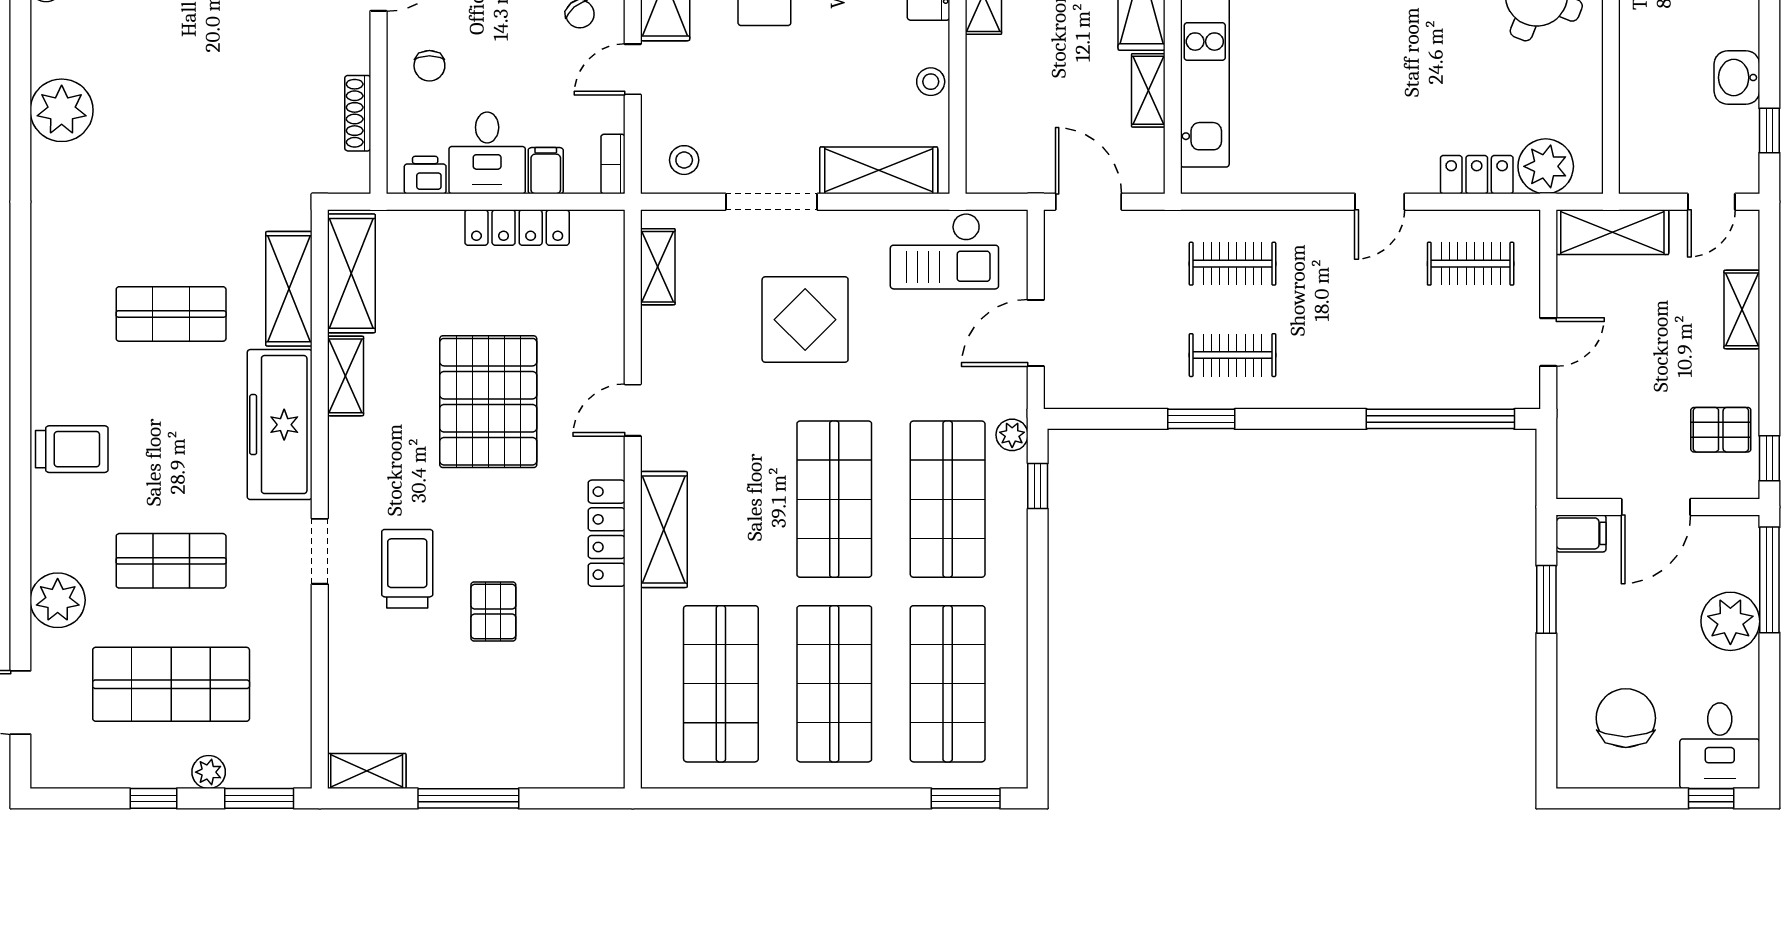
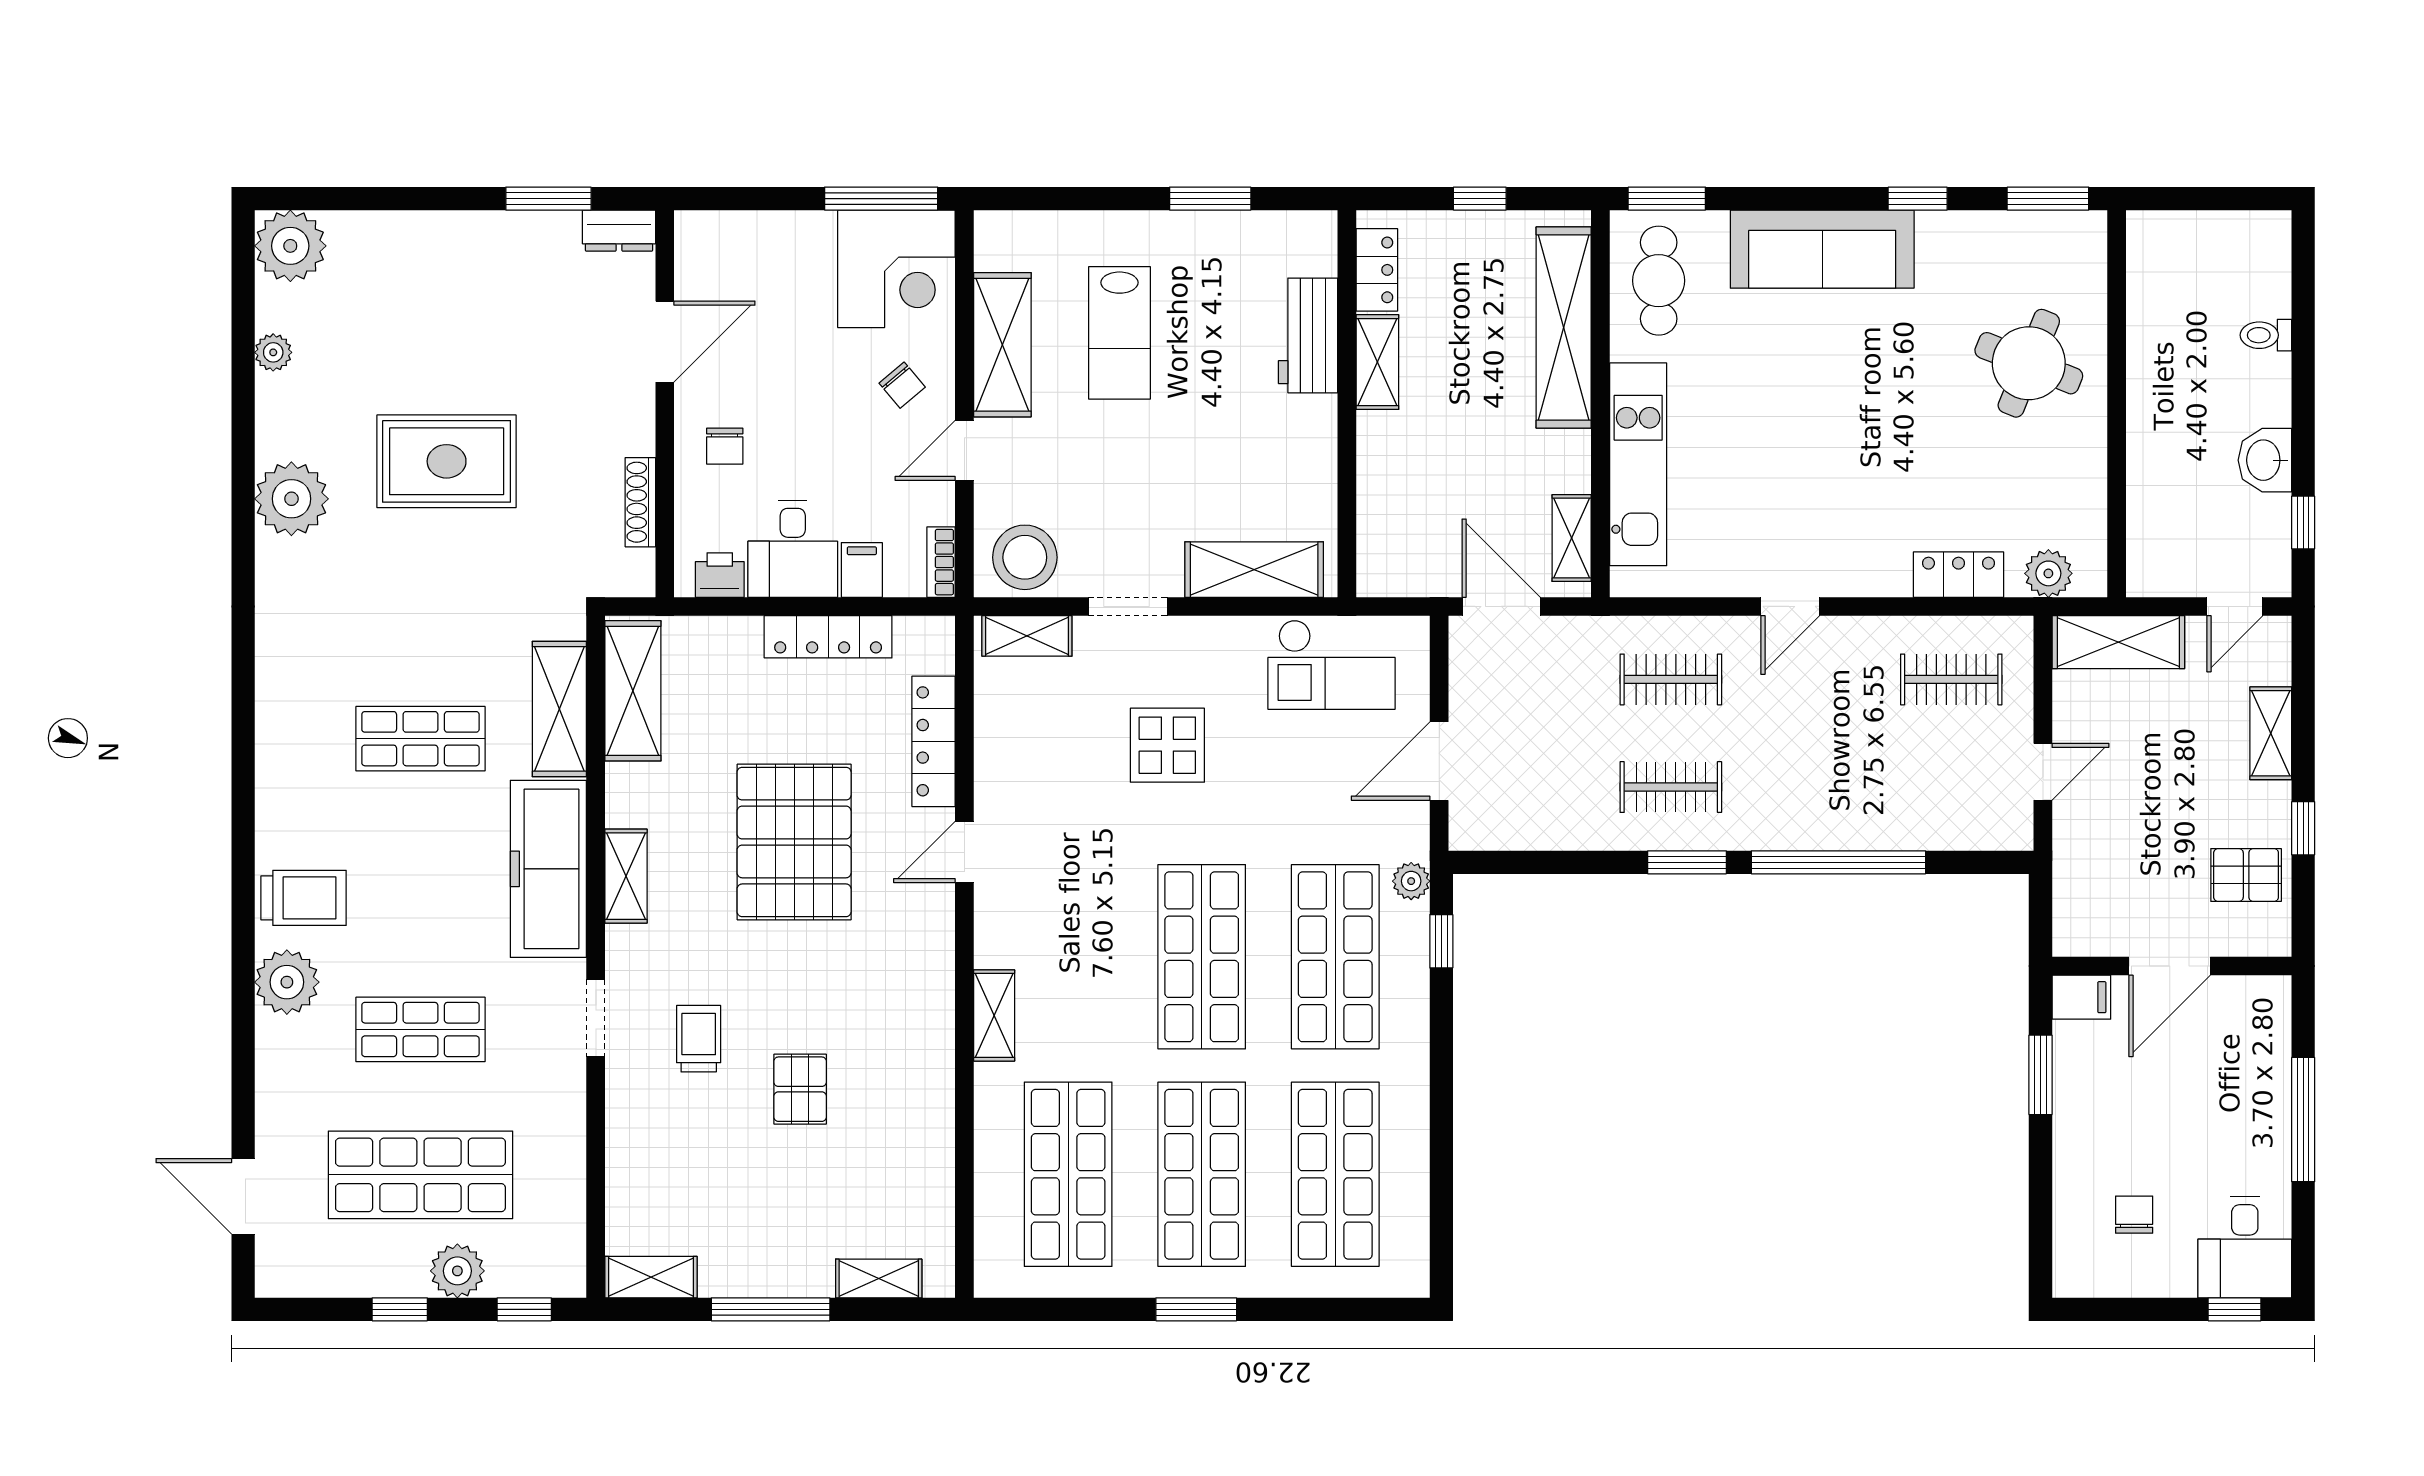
rug: (193, 79) -> (447, 461), added
stool: (931, 82) -> (1315, 465), removed
shelving: (1148, 90) -> (1572, 538), moved
stool: (684, 160) -> (1025, 557), width x1.89, depth x1.89
plant: (1546, 166) -> (2048, 573), width x0.73, depth x0.73
doorway: (771, 202) -> (1128, 606), width x0.73
door: (1380, 202) -> (1790, 606), moved
shelving: (658, 267) -> (1027, 636), moved, turned 90
display table: (805, 320) -> (1167, 745), width x0.73, depth x0.73
shelving: (346, 376) -> (626, 876), moved
window: (1201, 419) -> (1687, 862), moved
window: (1440, 419) -> (1838, 862), moved
window: (1769, 458) -> (2303, 828), moved
shelving: (664, 530) -> (994, 1015), width x0.67, depth x0.75
locker: (607, 533) -> (934, 741), moved
trolley: (407, 569) -> (699, 1039), width x0.73, depth x0.72
window: (1769, 580) -> (2303, 1120), moved
plant: (58, 600) -> (287, 982), moved
plant: (1730, 621) -> (2257, 1101), removed
chair: (1626, 718) -> (2134, 1215), width x0.54, depth x0.54
plant: (209, 772) -> (457, 1271), width x1.38, depth x1.38
shelving: (560, 772) -> (879, 1278), added
window: (259, 798) -> (524, 1309), width x0.67
window: (966, 798) -> (1196, 1309), moved

